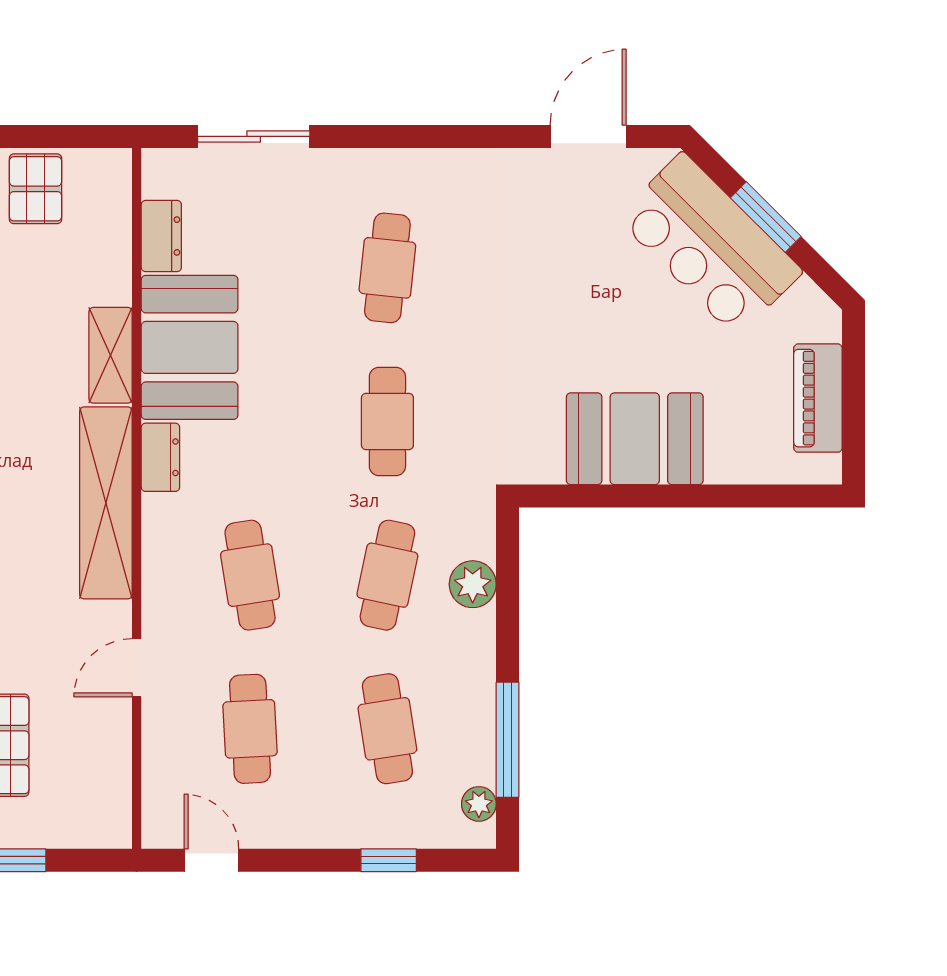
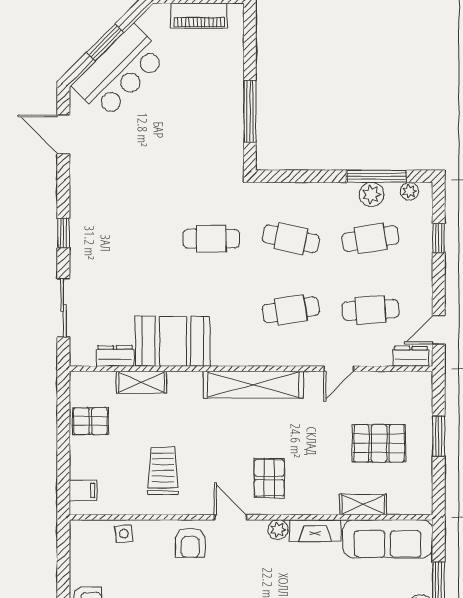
window: (398, 136) -> (63, 233), added
cafe table: (387, 268) -> (132, 239), removed
shelving: (111, 355) -> (141, 382), moved
booth: (635, 439) -> (220, 110), removed
dresser: (160, 457) -> (411, 356), moved
window: (633, 496) -> (250, 111), added
plant: (473, 584) -> (371, 194), moved
door: (137, 668) -> (339, 369), hinge flipped

